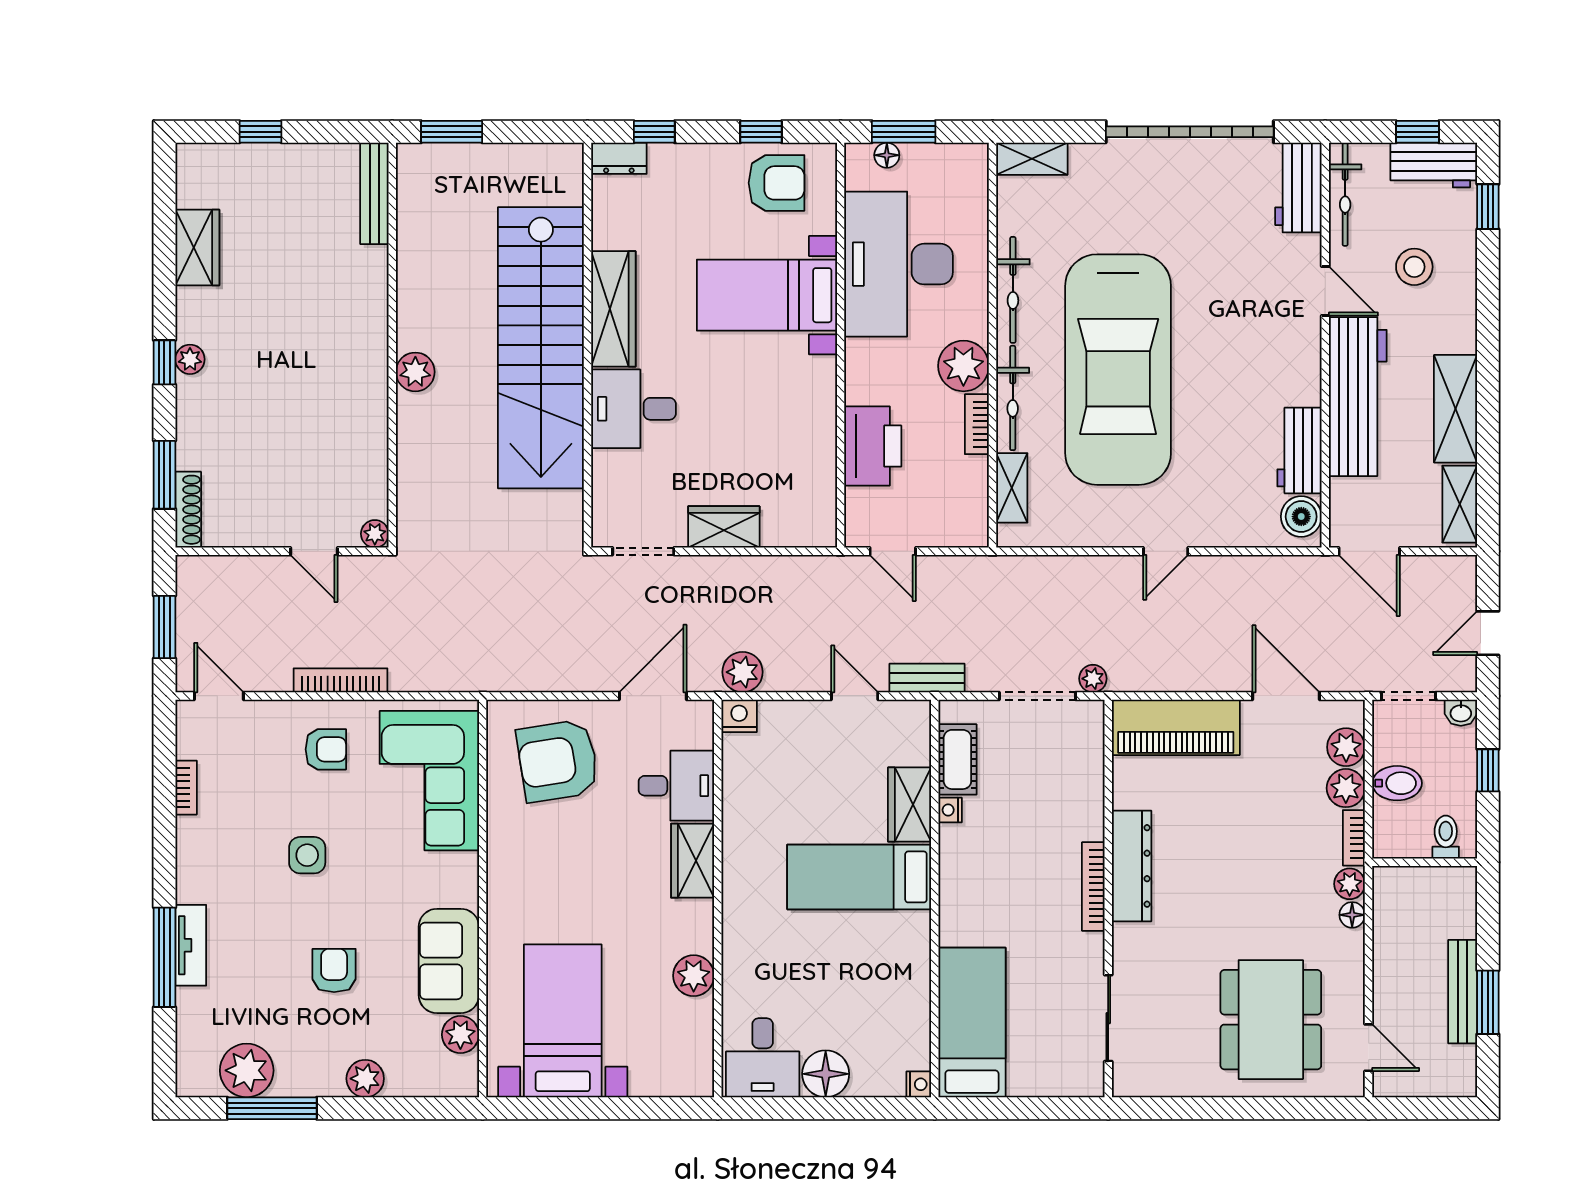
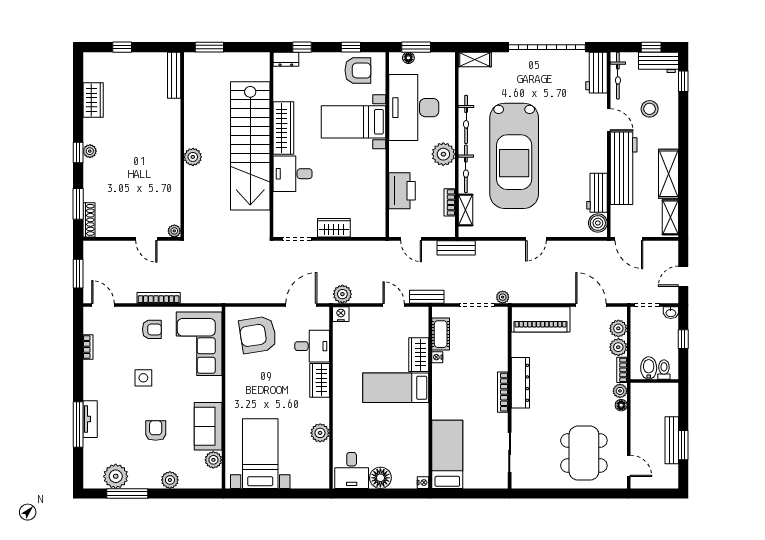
bookcase: (977, 424) -> (450, 202), moved
bench: (991, 571) -> (456, 248), added
bidet: (1397, 783) -> (649, 368), moved, turned -90

